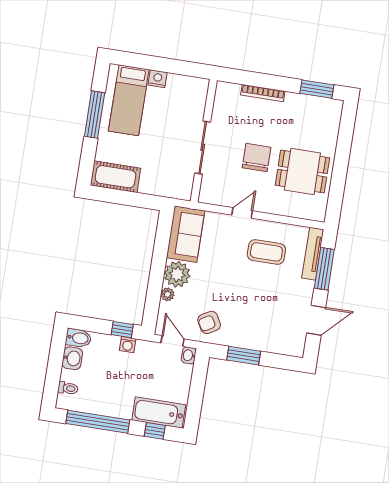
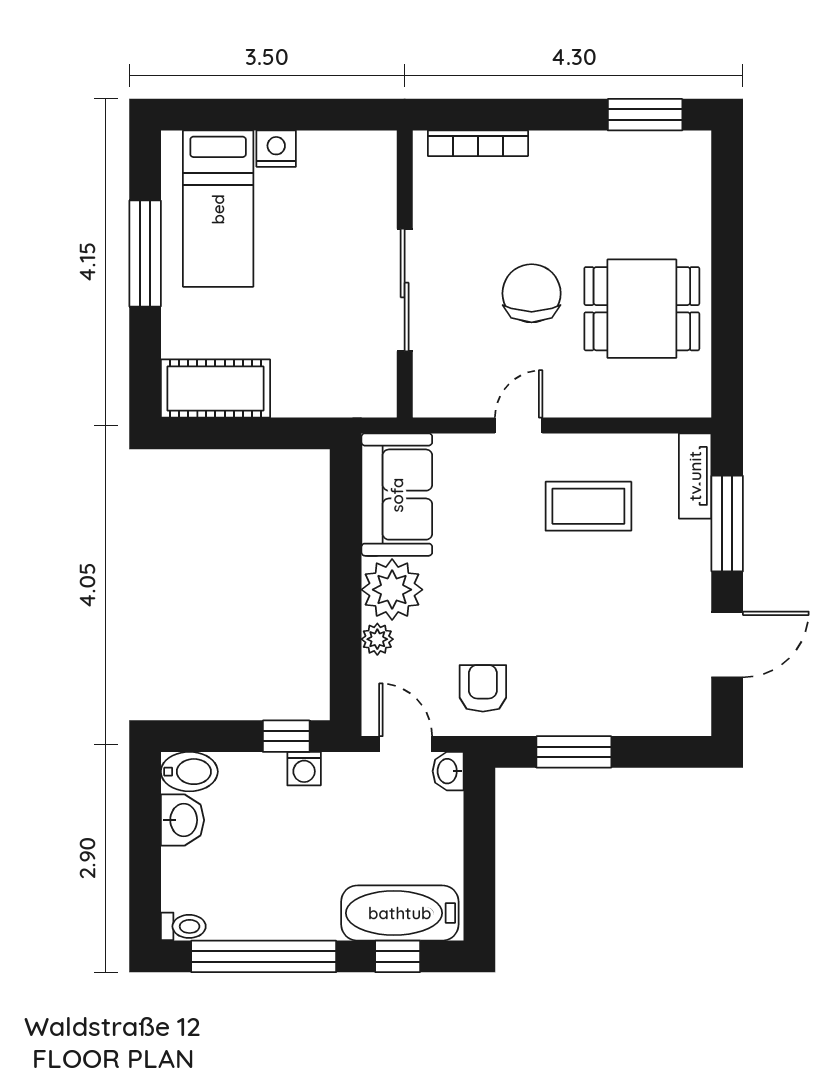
bookcase: (263, 93) -> (478, 143), moved
tv unit: (313, 254) -> (695, 476), width x0.71
armchair: (209, 322) -> (483, 688), turned 120
toilet: (68, 388) -> (183, 926), moved

